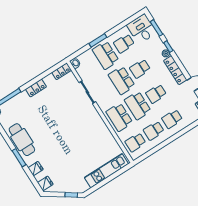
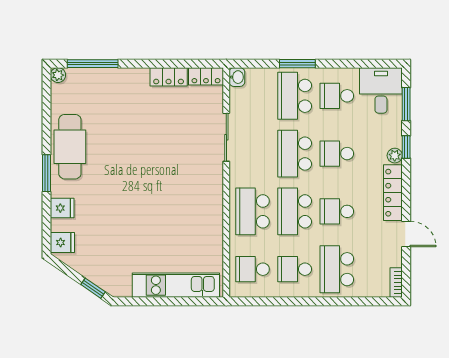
locker: (36, 88) -> (169, 77), moved
school desk: (172, 119) -> (337, 269), width x1.85

